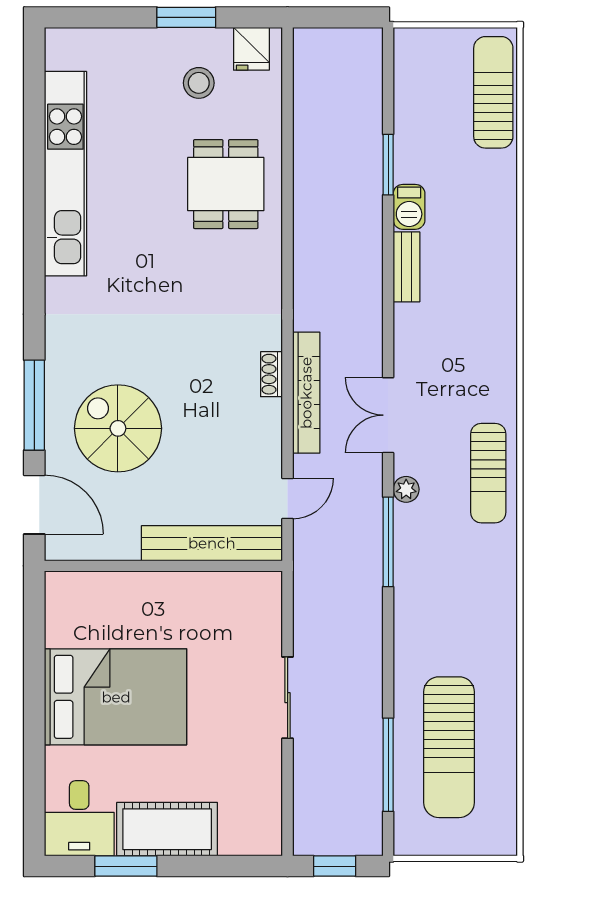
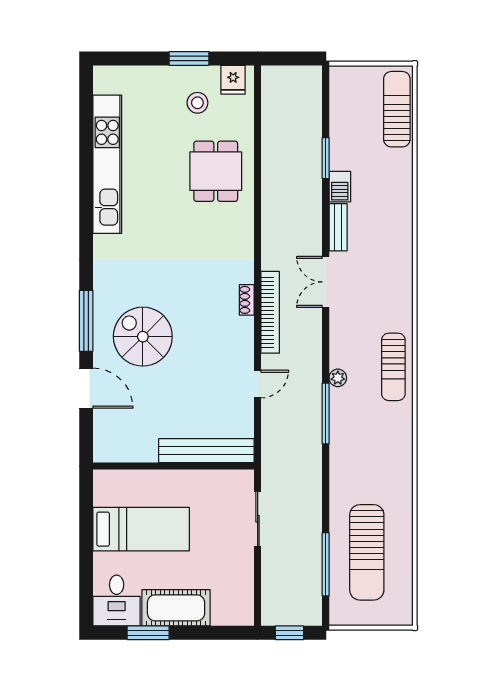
double door: (388, 415) -> (326, 282), moved
bench: (212, 543) -> (206, 451), moved
wall: (163, 566) -> (174, 466), moved
bed: (116, 697) -> (141, 529), width x0.67

